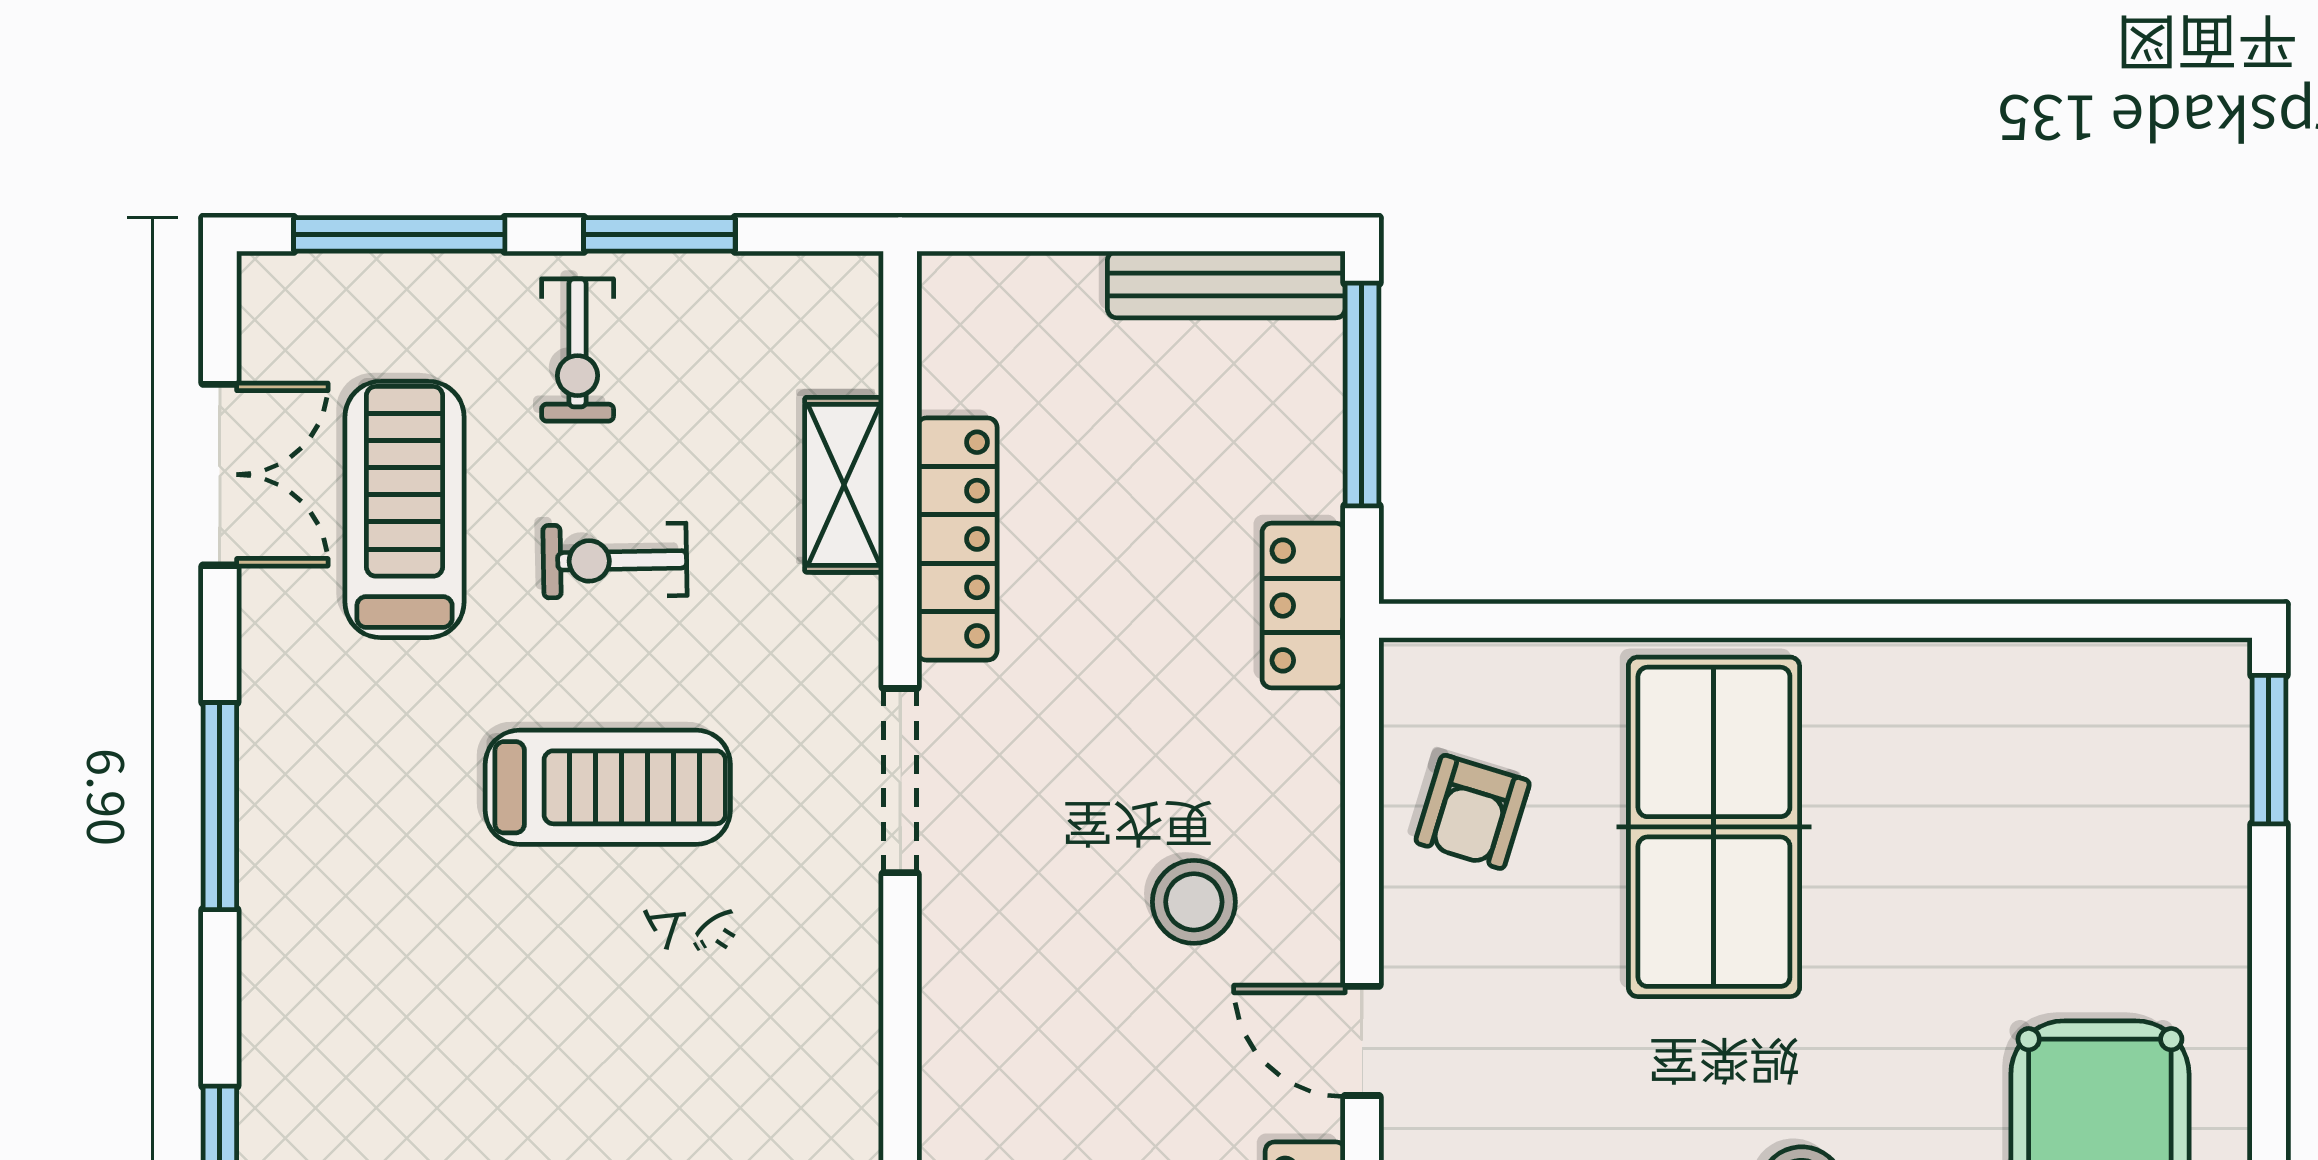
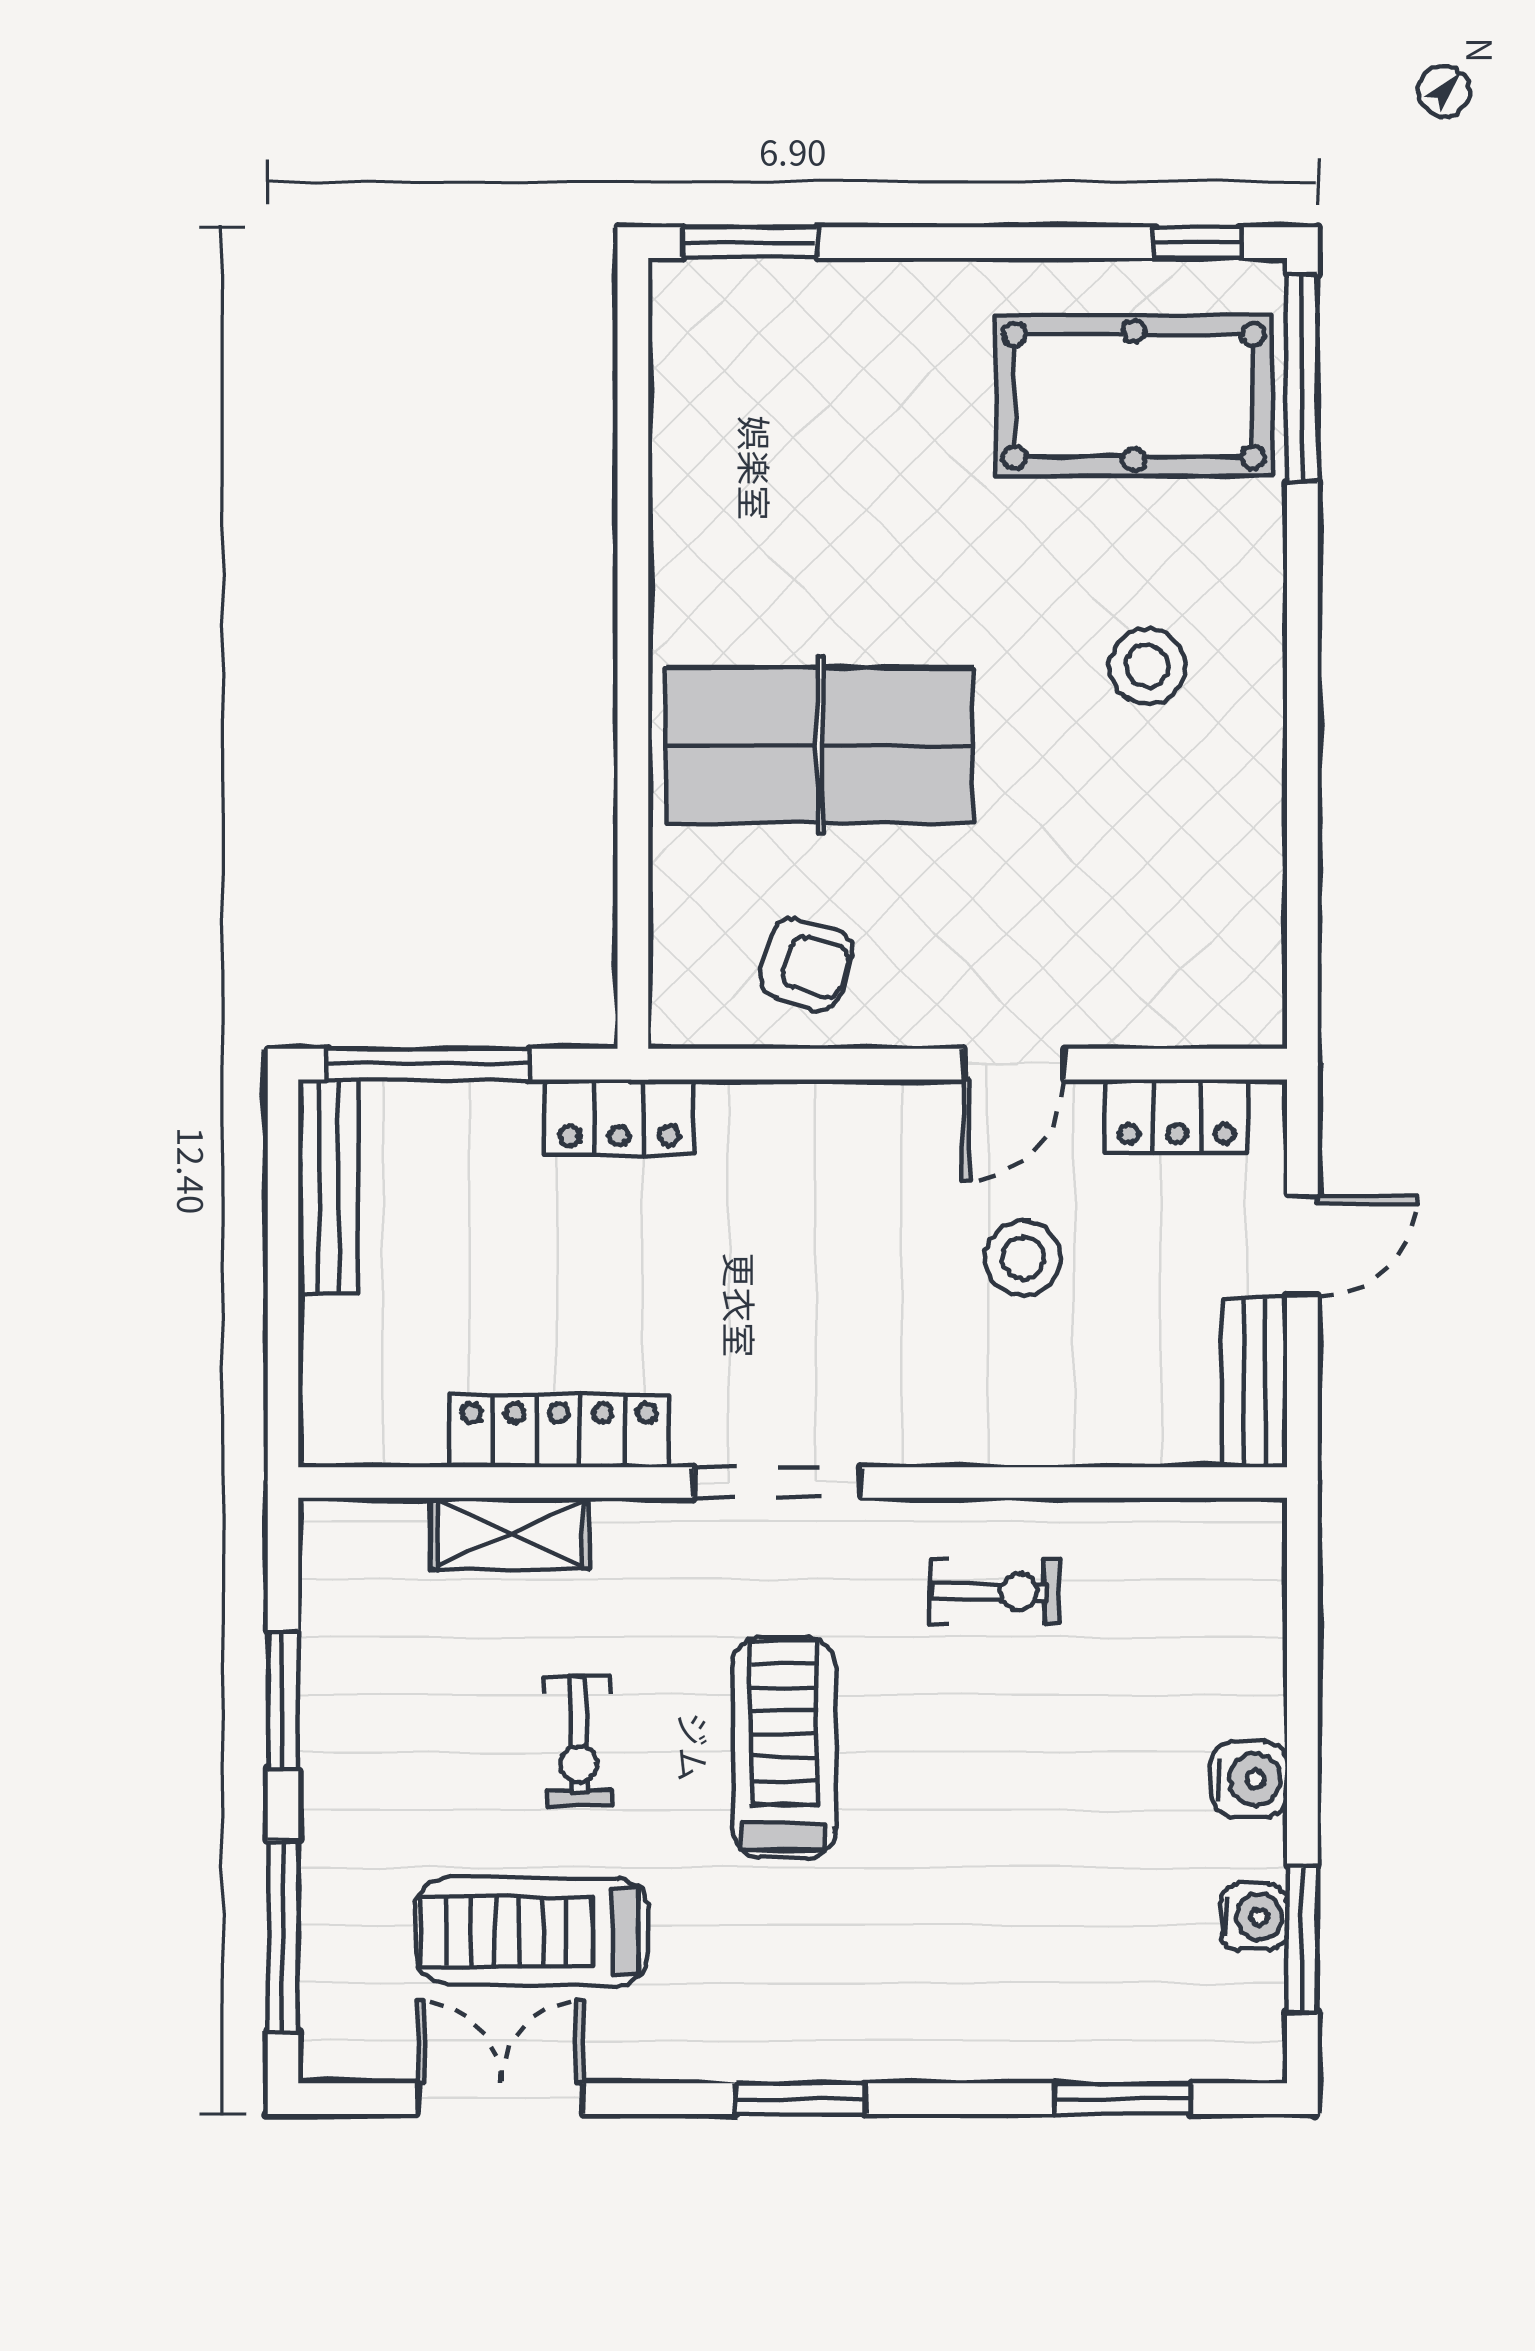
exercise bike: (578, 350) -> (995, 1592), moved
window: (220, 806) -> (801, 2099), width x0.69
stool: (1194, 902) -> (1023, 1258), moved

